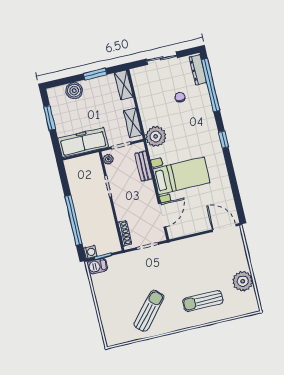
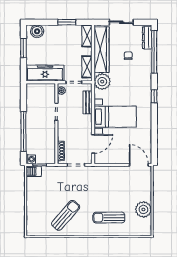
boiler: (74, 91) -> (37, 31), moved
wardrobe: (145, 98) -> (101, 50), added

